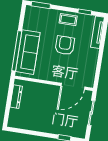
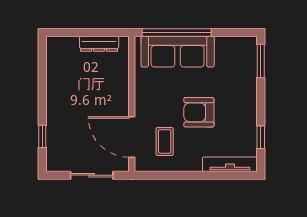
coffee table: (68, 20) -> (165, 142), moved
armchair: (65, 45) -> (199, 112), turned 180

